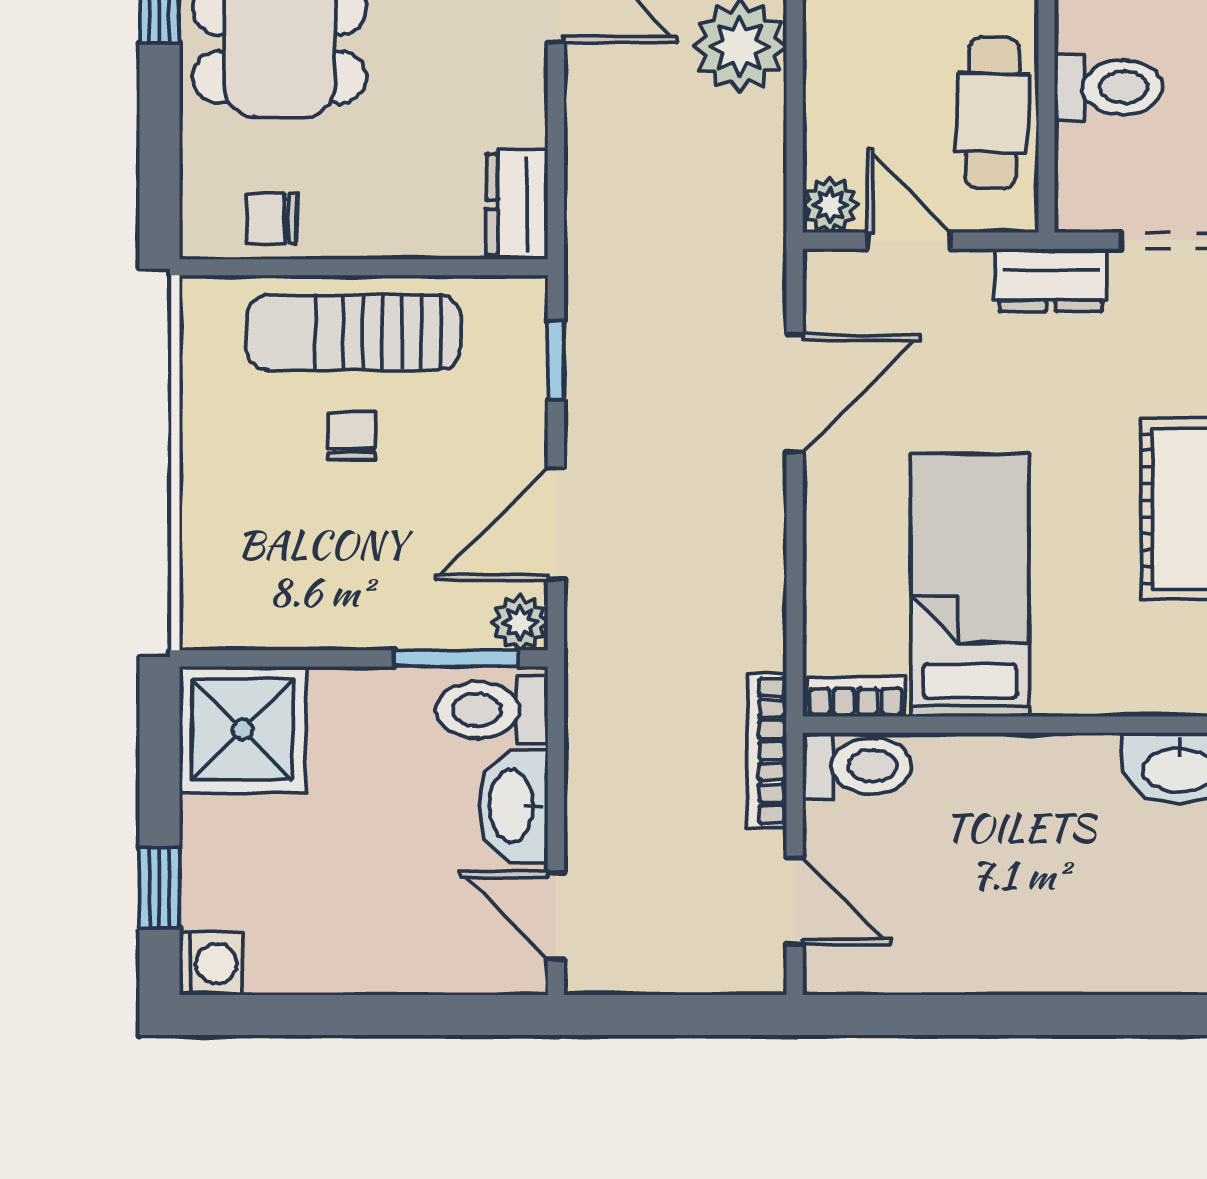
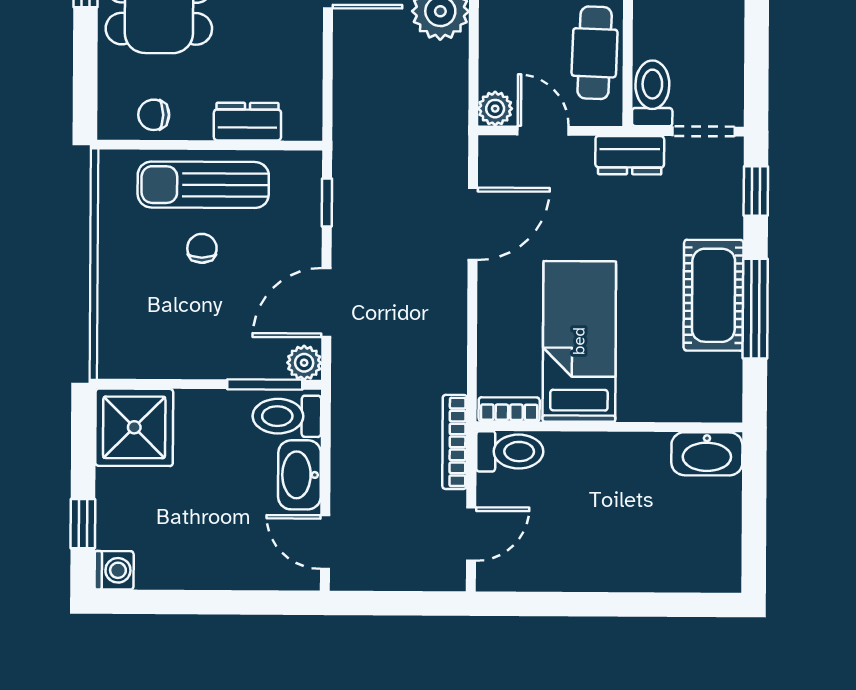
toilet: (1108, 87) -> (652, 93), moved, turned -90
dresser: (517, 204) -> (247, 122), moved, turned 90
door: (795, 901) -> (471, 534), hinge flipped

